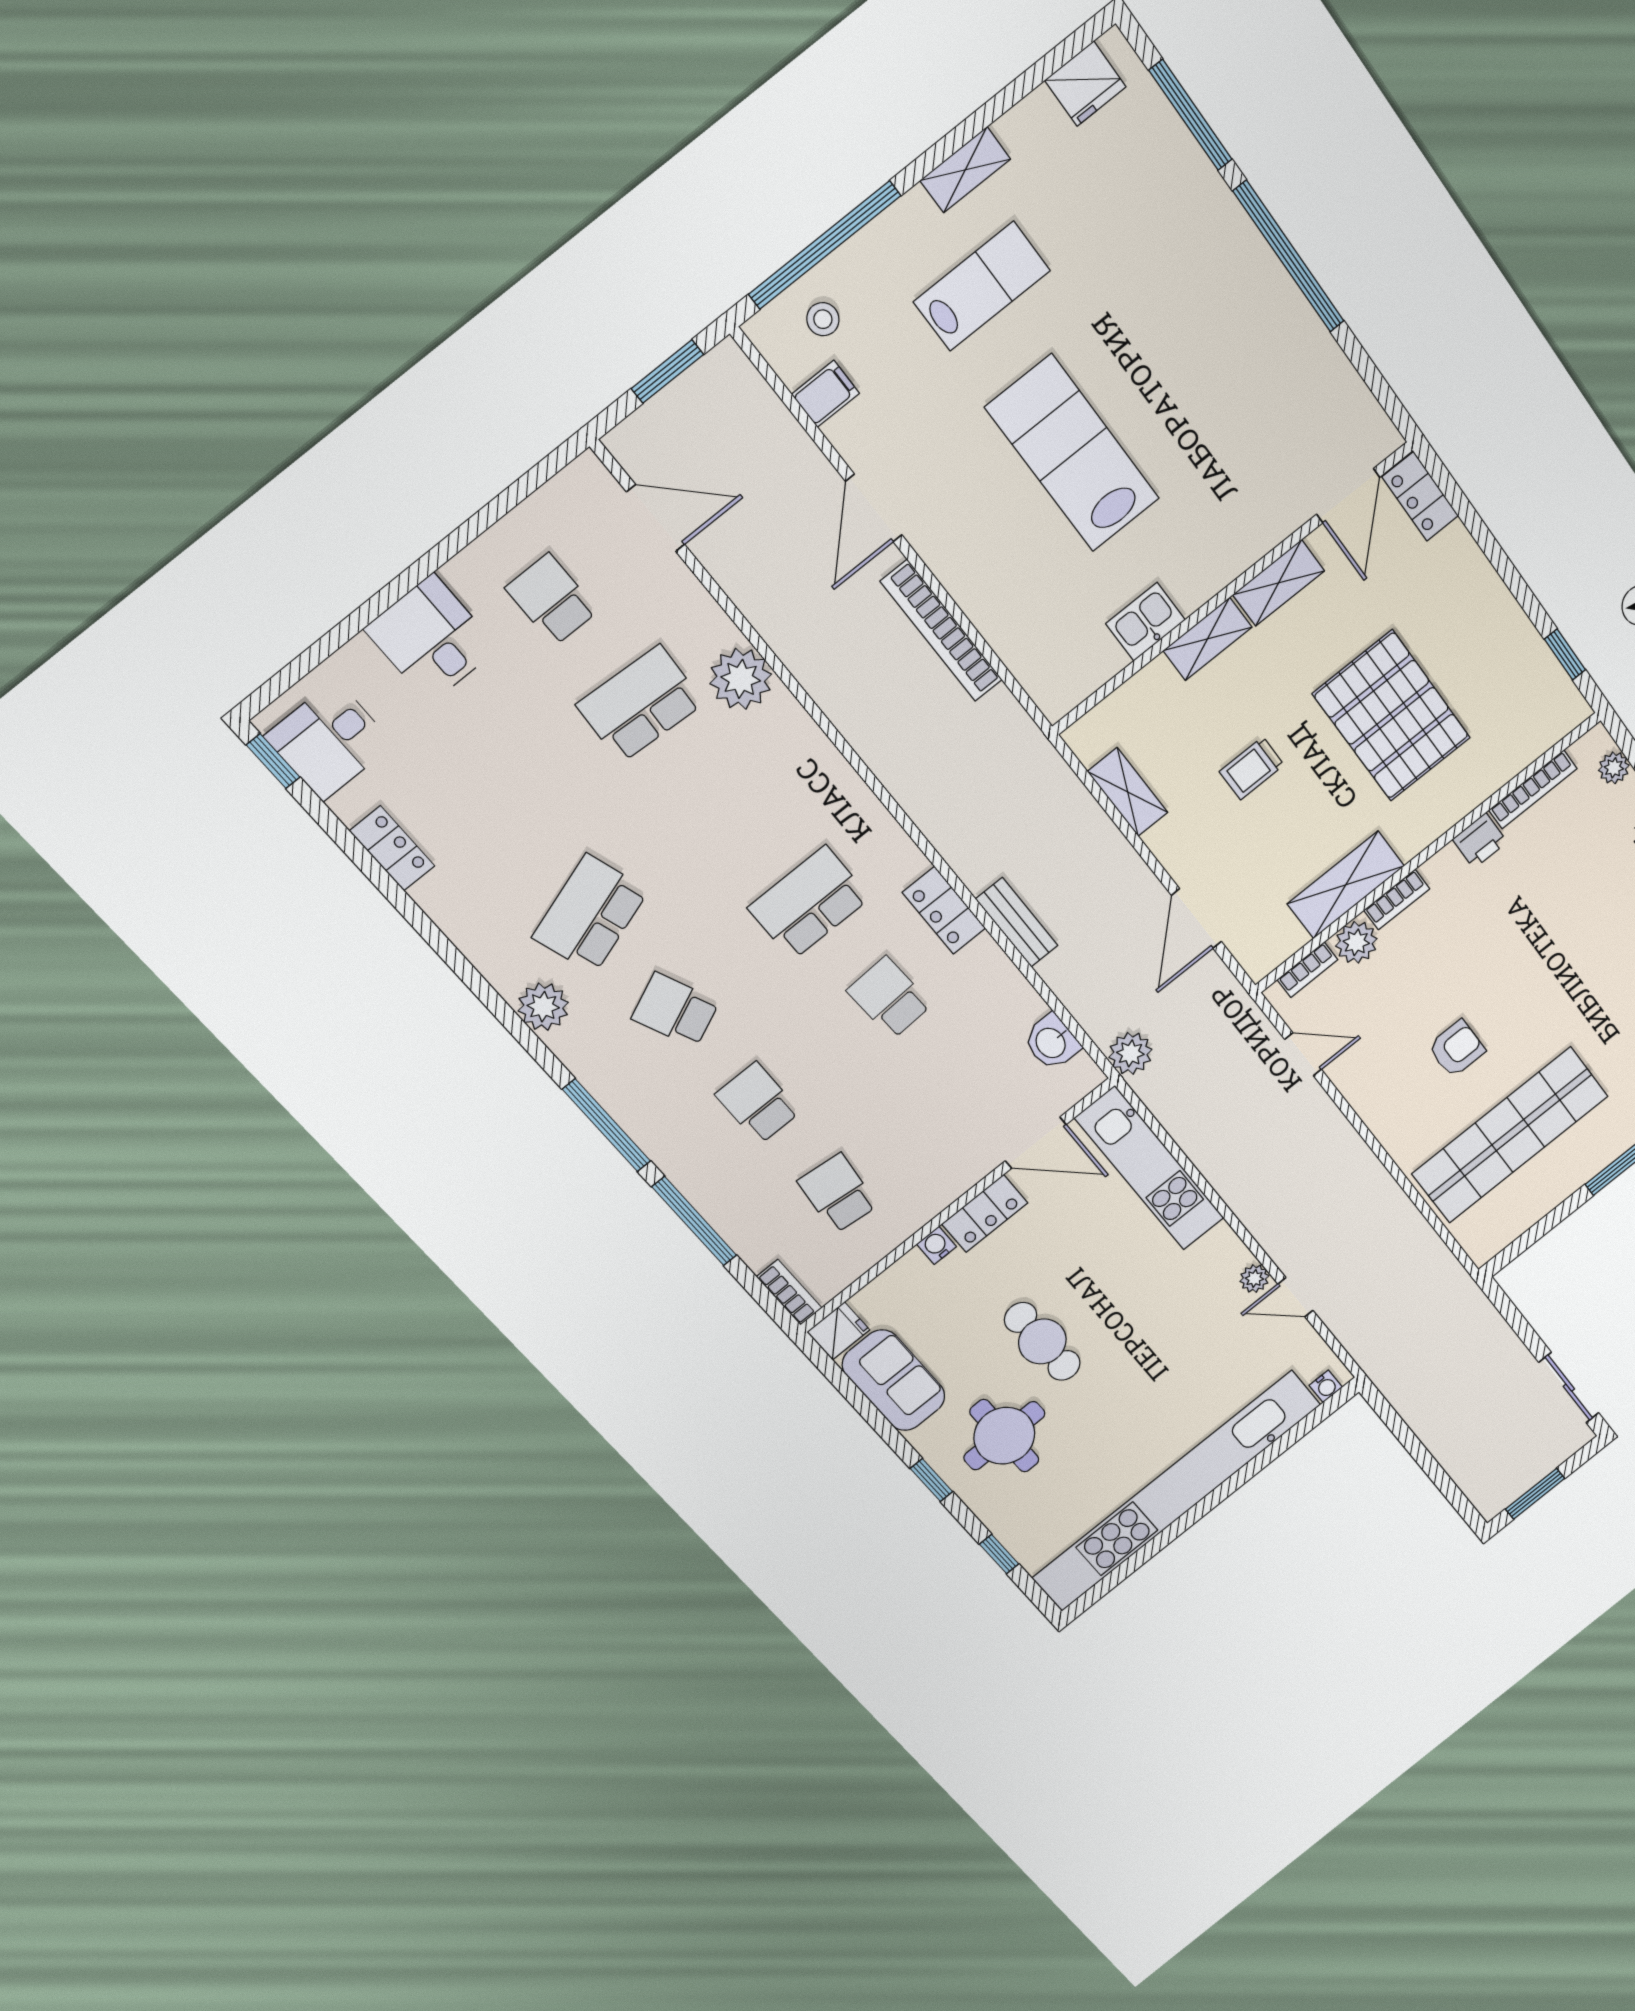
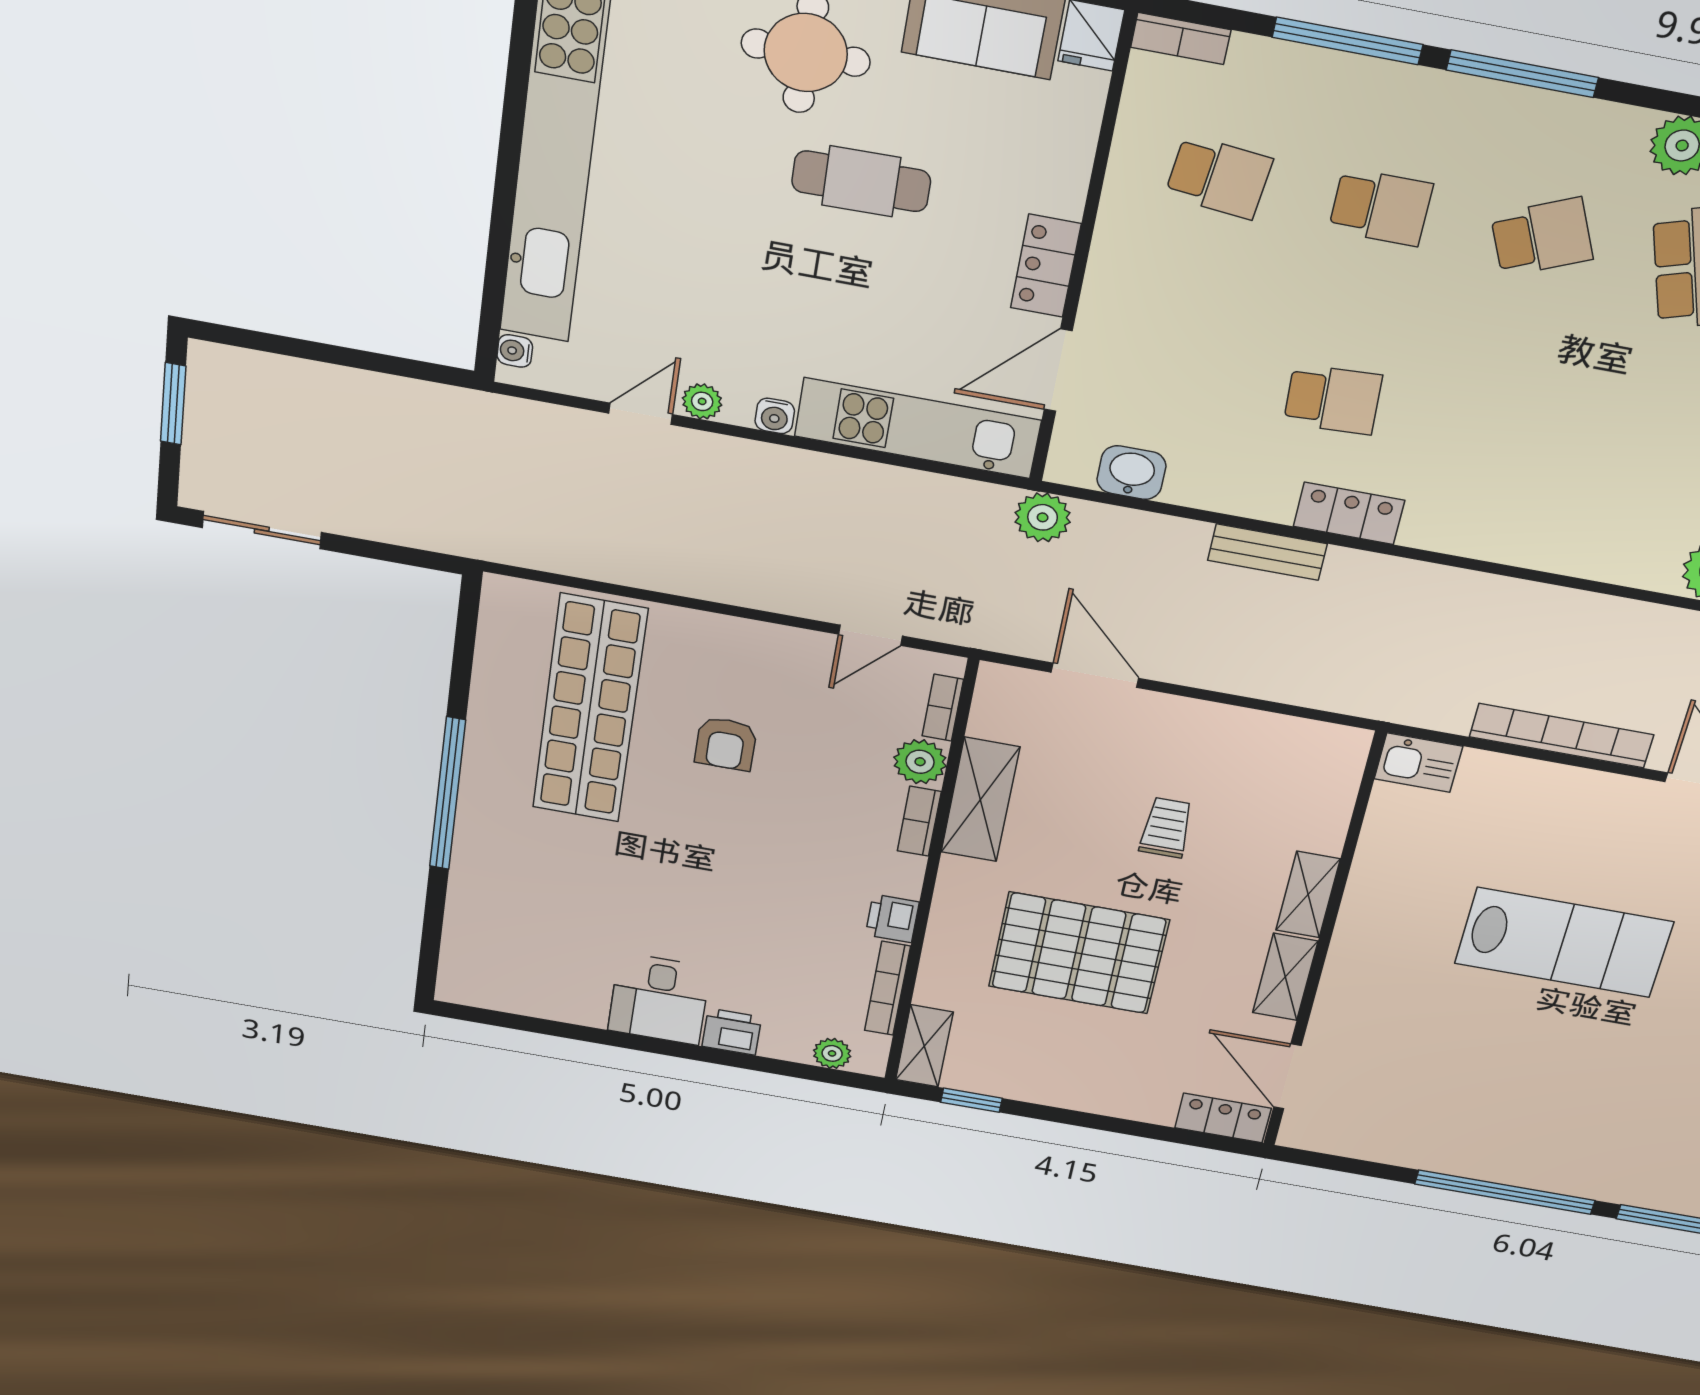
kitchen sink: (1146, 622) -> (1418, 763), moved, turned 90
shelving: (1128, 792) -> (924, 1046), moved, turned 90
school desk: (809, 903) -> (1489, 428), removed
water cooler: (937, 1245) -> (775, 416), moved, turned 90

